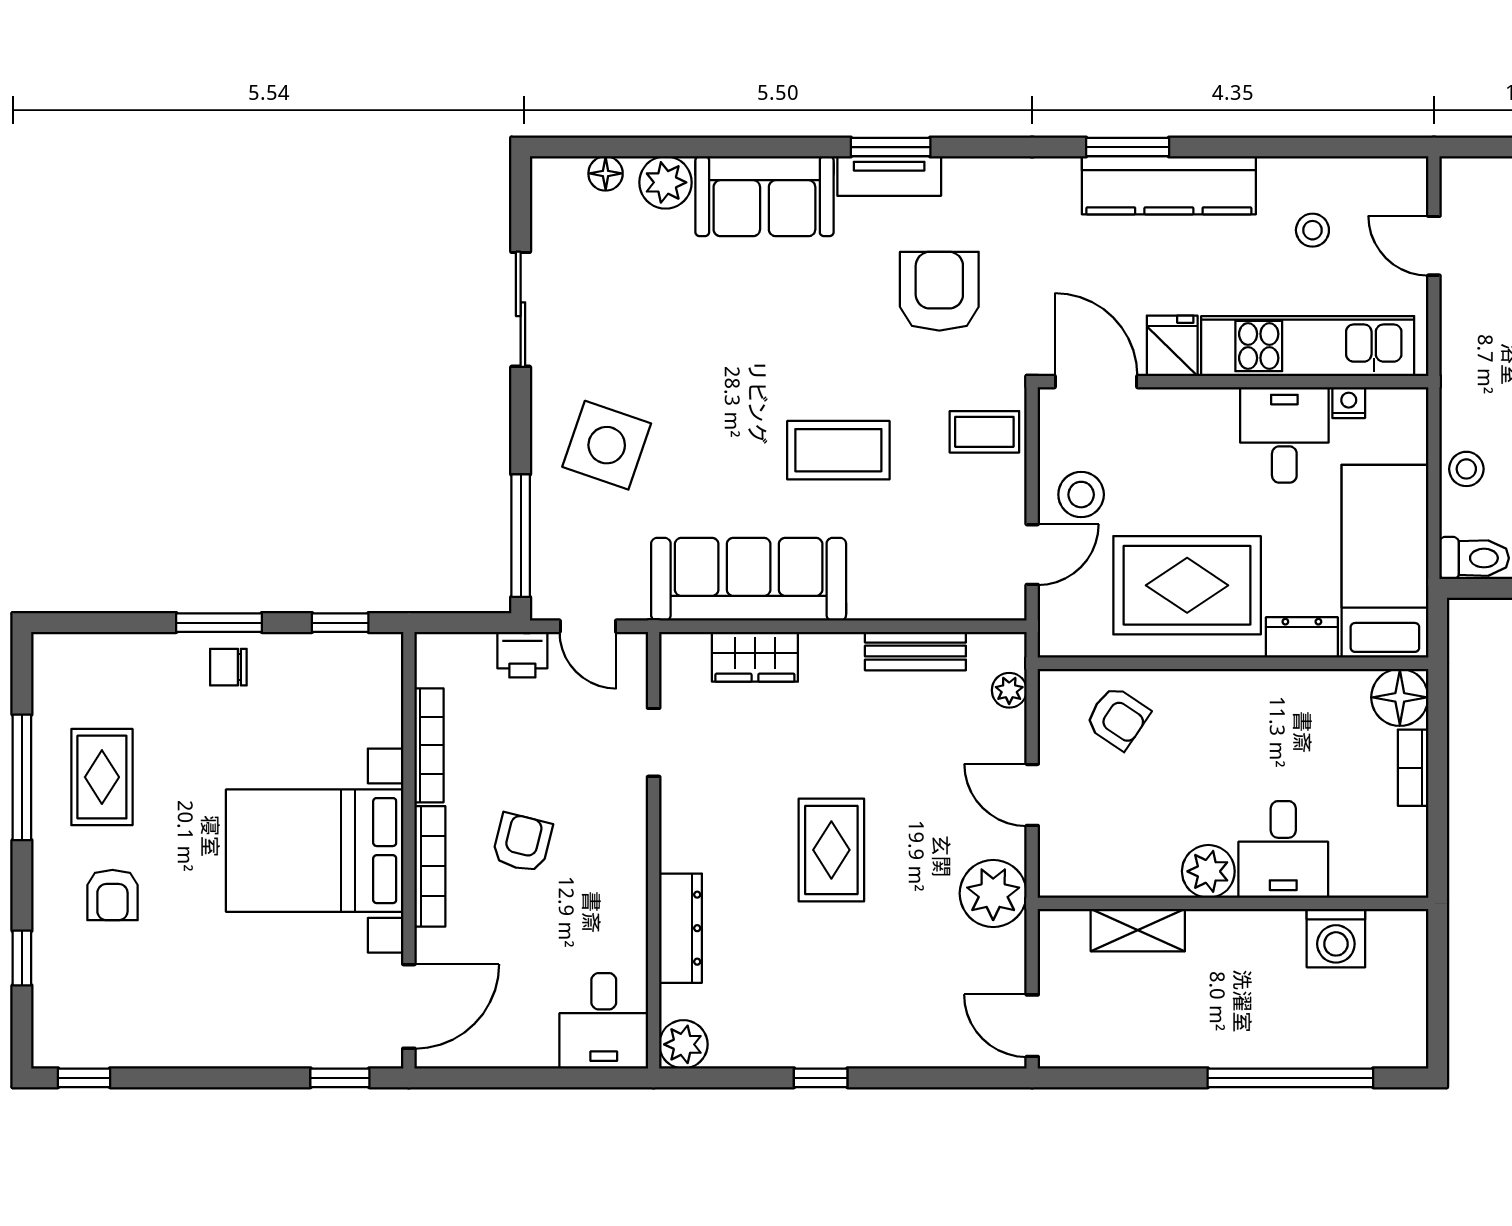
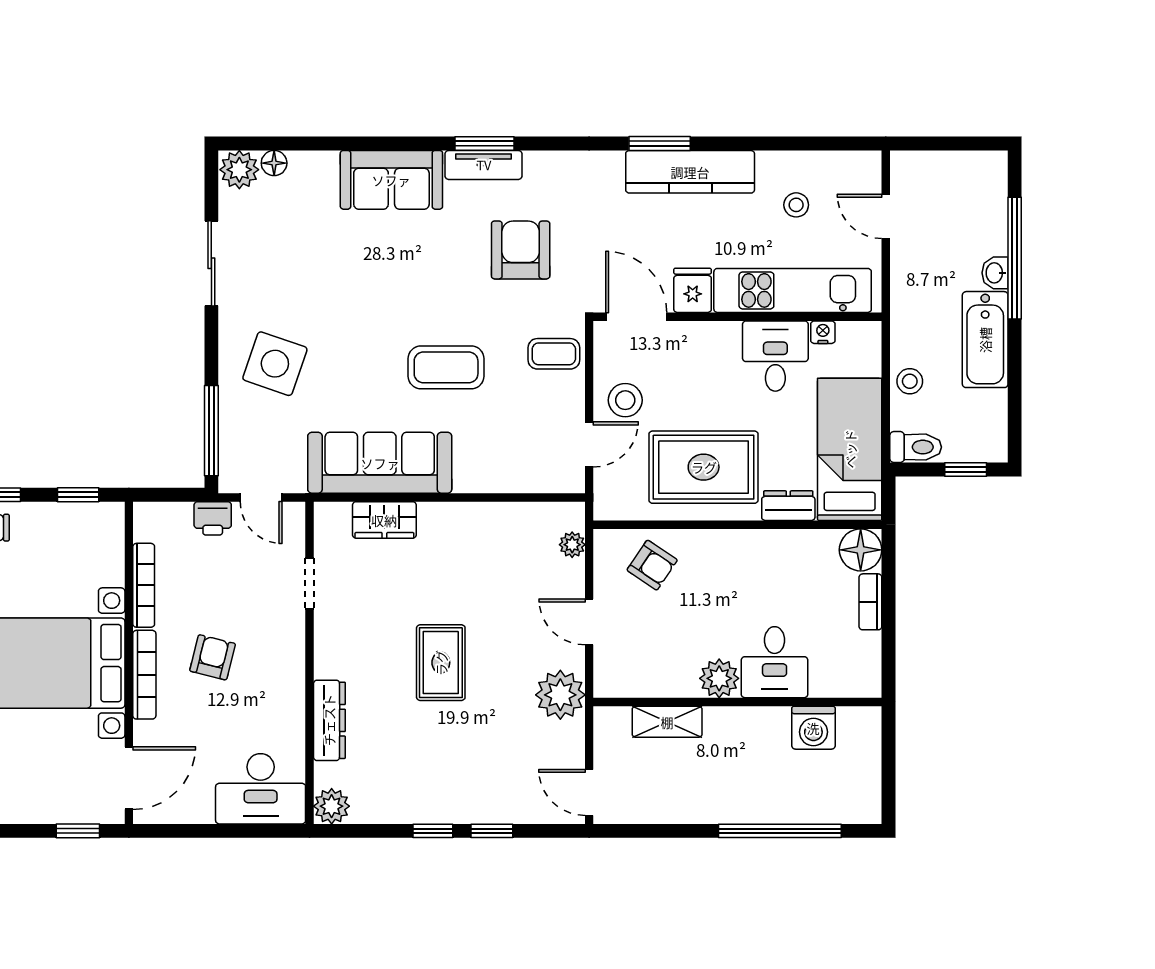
plant: (665, 182) -> (239, 170), moved
bench: (915, 651) -> (503, 516), removed
desk: (604, 1021) -> (261, 789), width x1.37
window: (900, 1078) -> (492, 831), added

